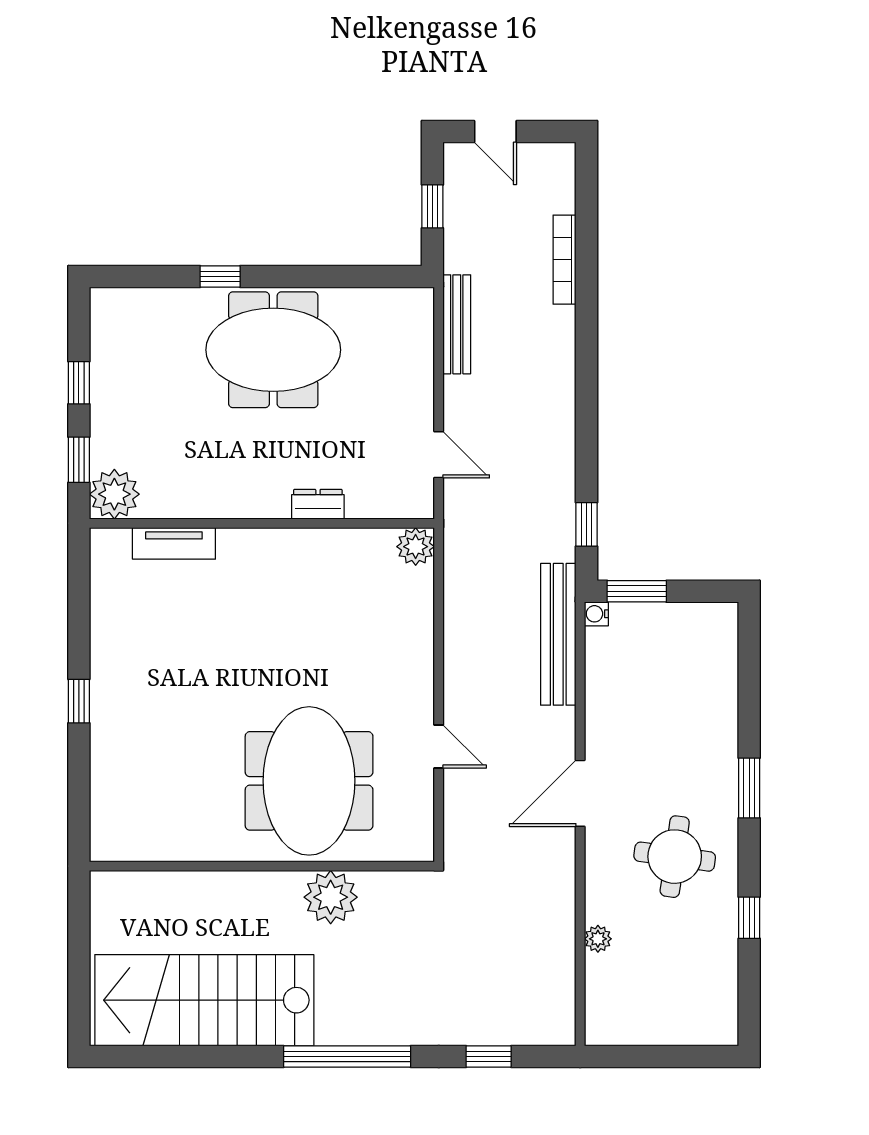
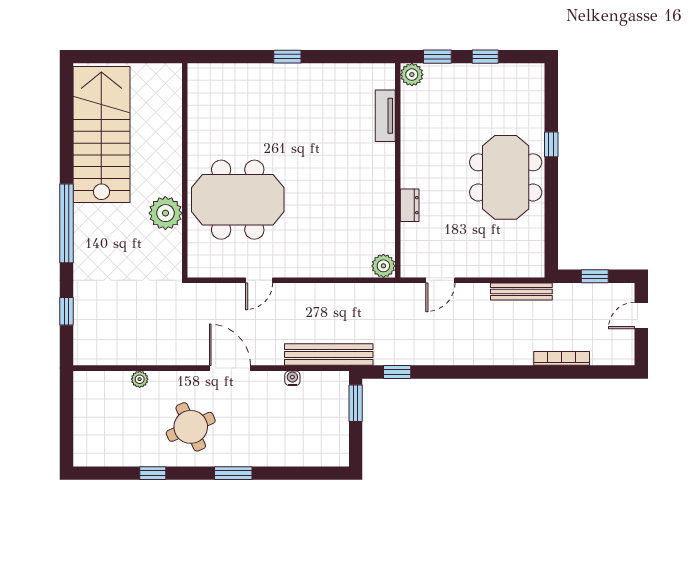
plant: (114, 494) -> (412, 75), width x0.73, depth x0.73
water cooler: (596, 614) -> (292, 378), moved
round table: (675, 857) -> (191, 427), turned -32

